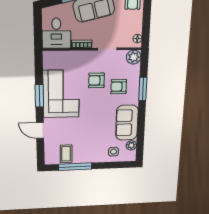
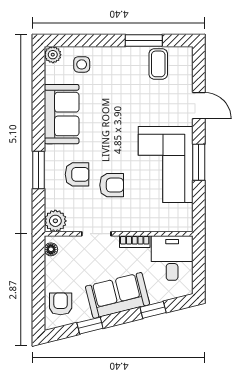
plant: (131, 145) -> (53, 55), moved
window: (75, 167) -> (144, 40), width x0.69

